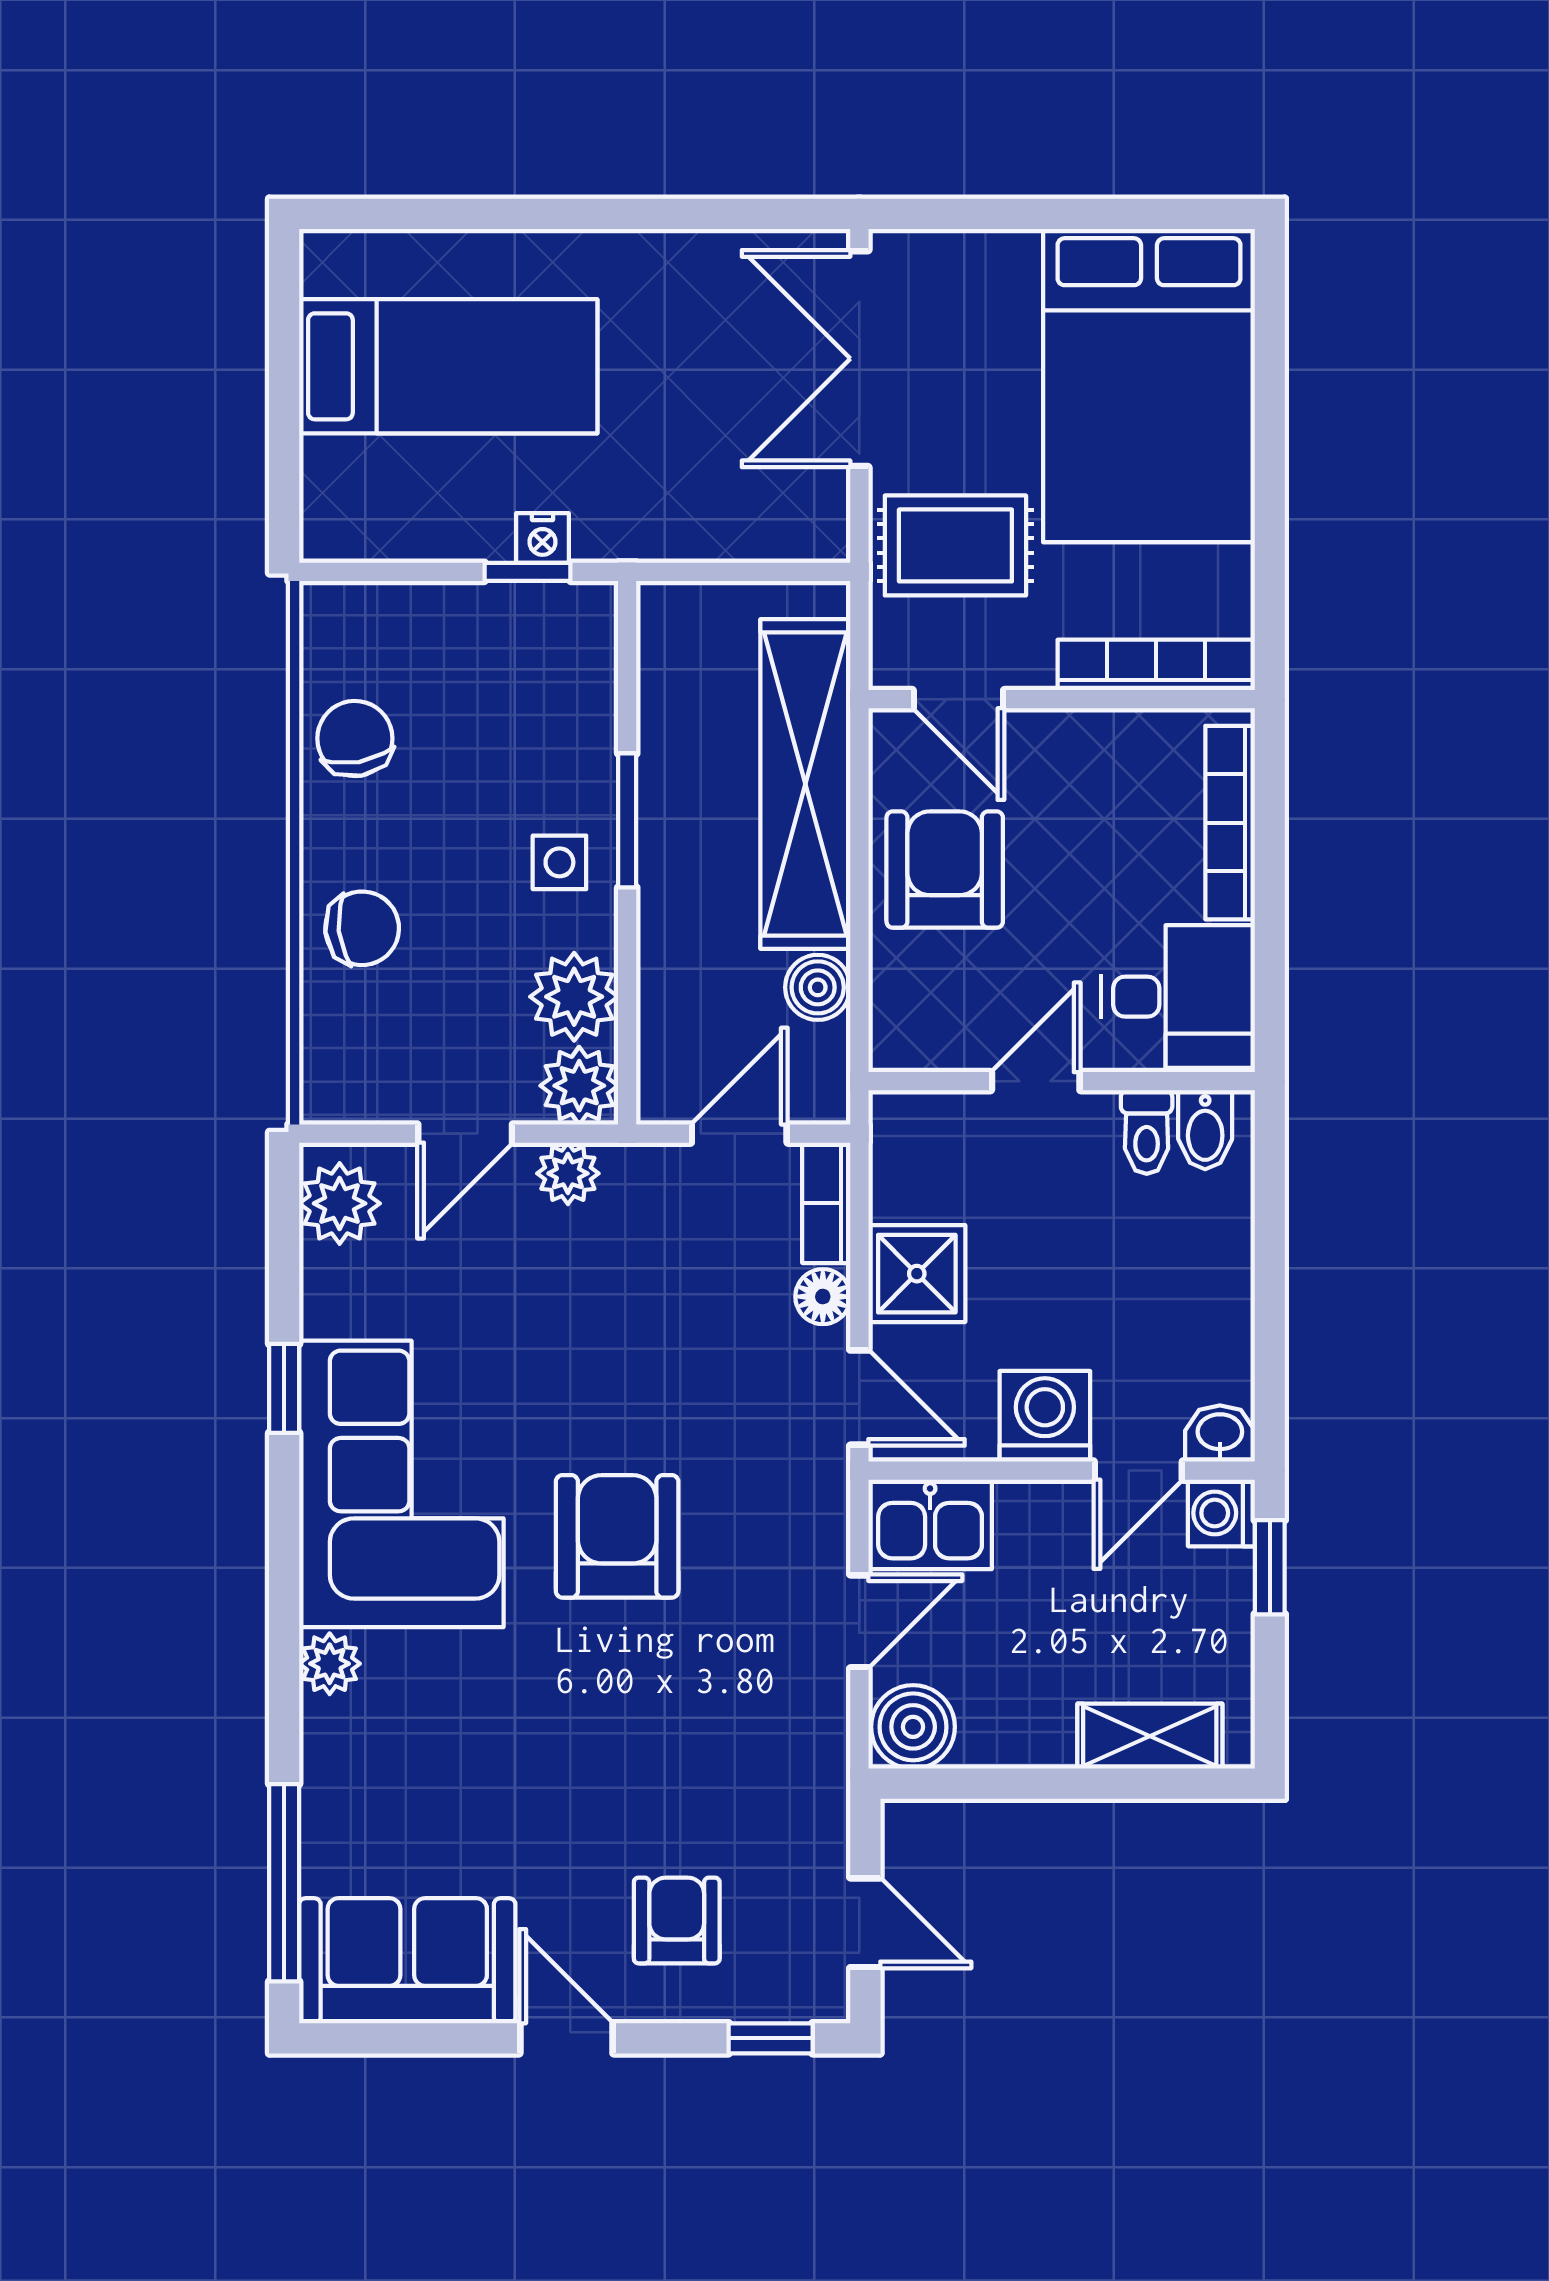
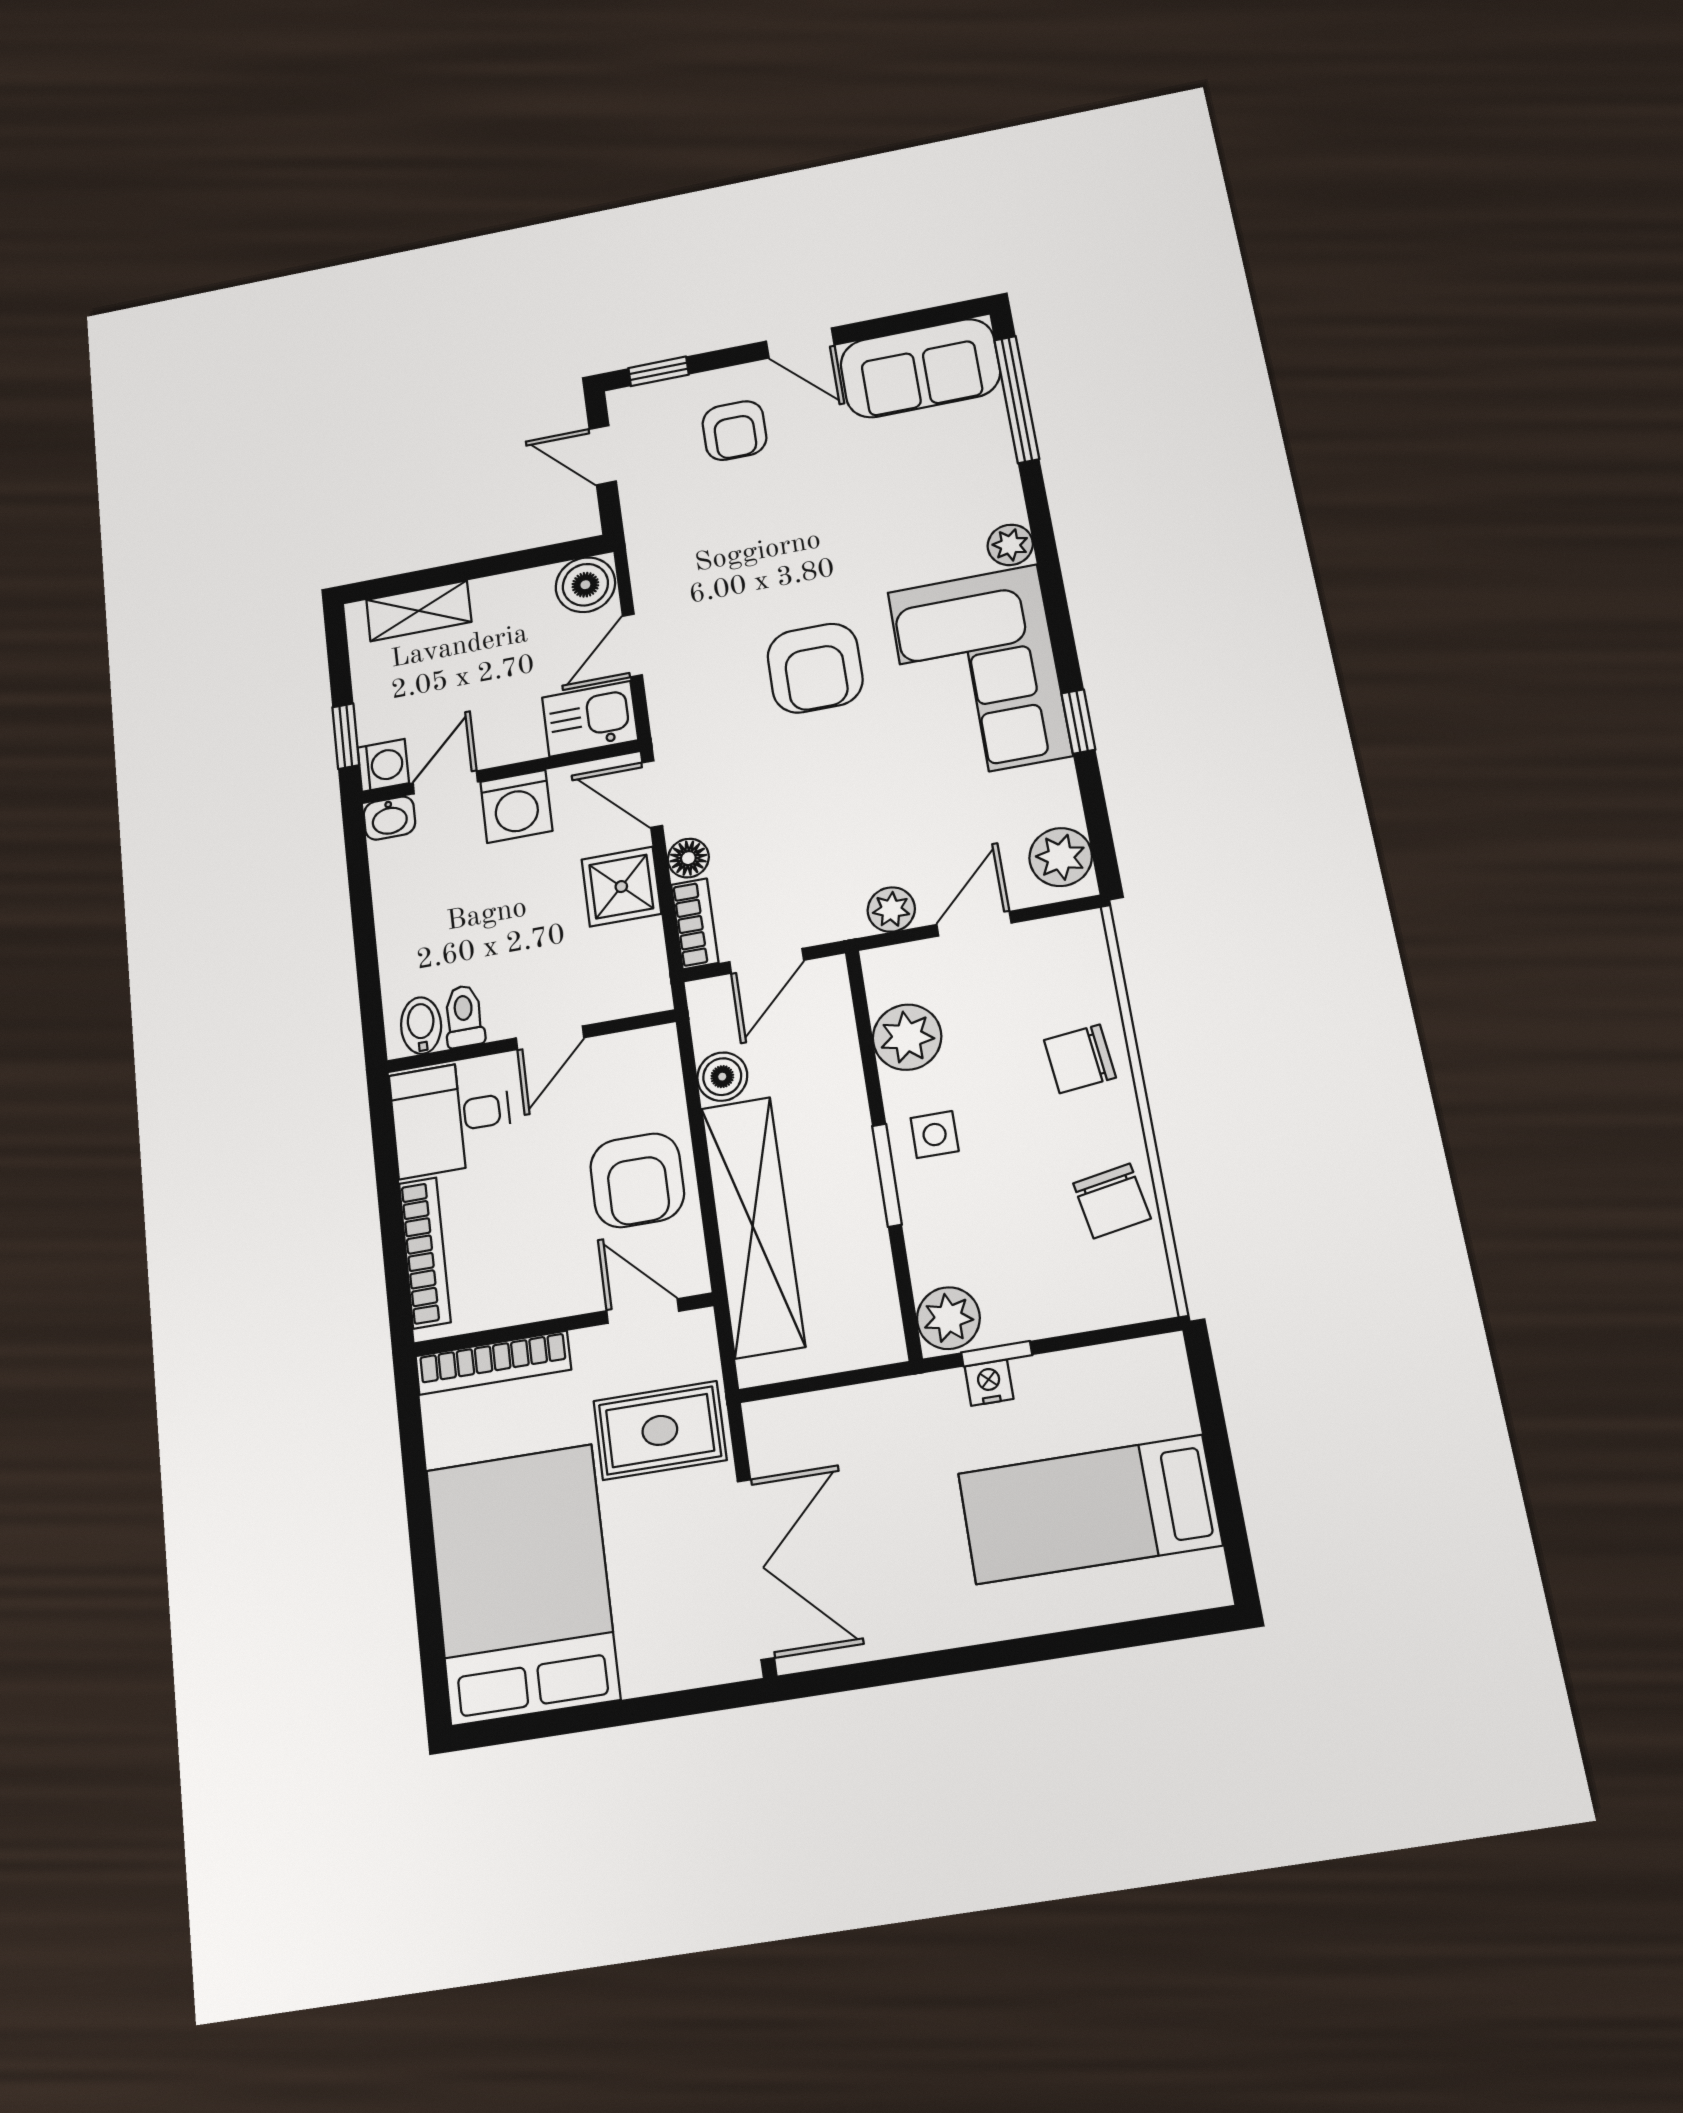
plant: (579, 1086) -> (948, 1318), moved

